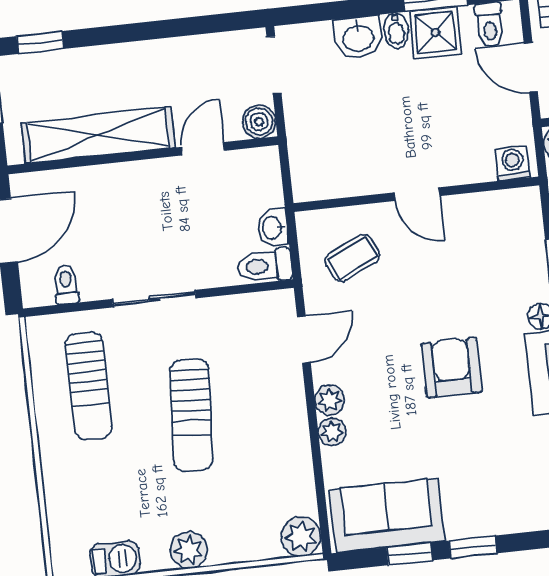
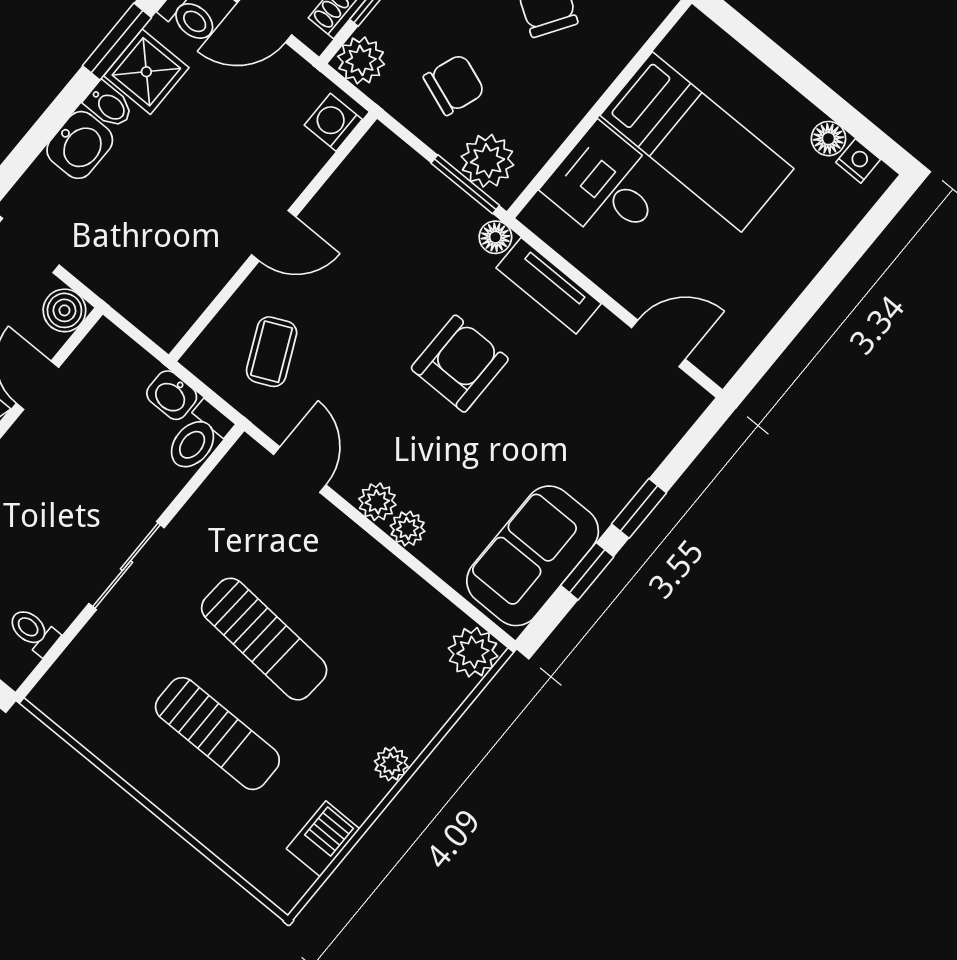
armchair: (452, 368) -> (460, 364), turned 90
sun lounger: (89, 386) -> (217, 734), moved
plant: (189, 550) -> (391, 764), width x0.73, depth x0.73

